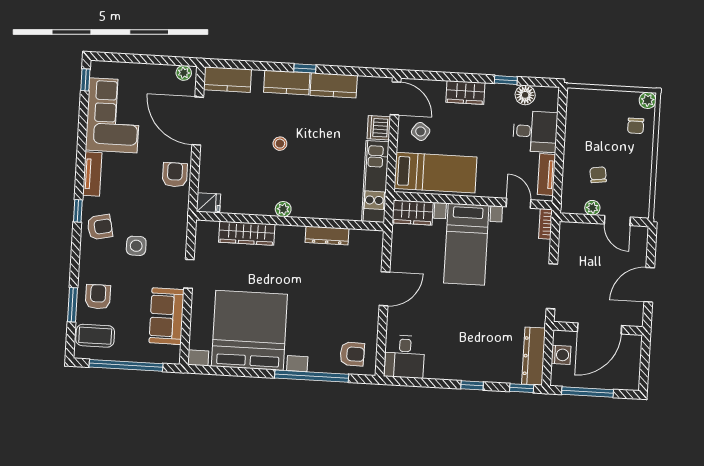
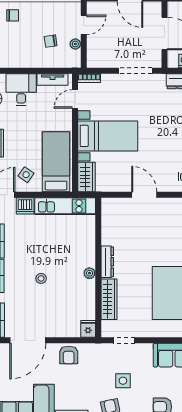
armchair: (175, 175) -> (69, 355), turned -90
dresser: (327, 236) -> (107, 262), moved
doorway: (189, 274) -> (124, 340), moved

